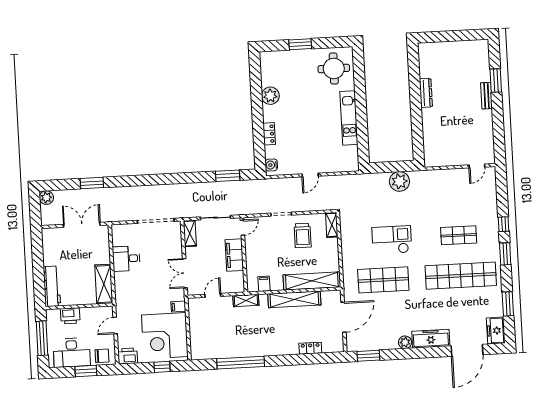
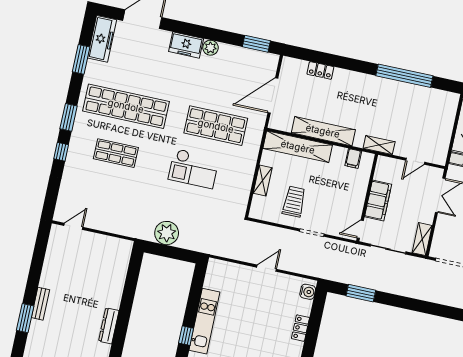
window: (361, 102) -> (186, 336), added
shelving: (332, 225) -> (263, 181), moved
freezer: (496, 331) -> (102, 39), width x1.40
freezer: (431, 339) -> (186, 45), width x0.71

